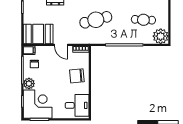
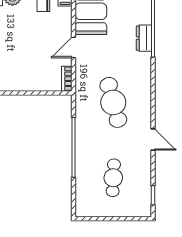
plant: (161, 36) -> (87, 205), removed
chair: (77, 76) -> (25, 73), removed

